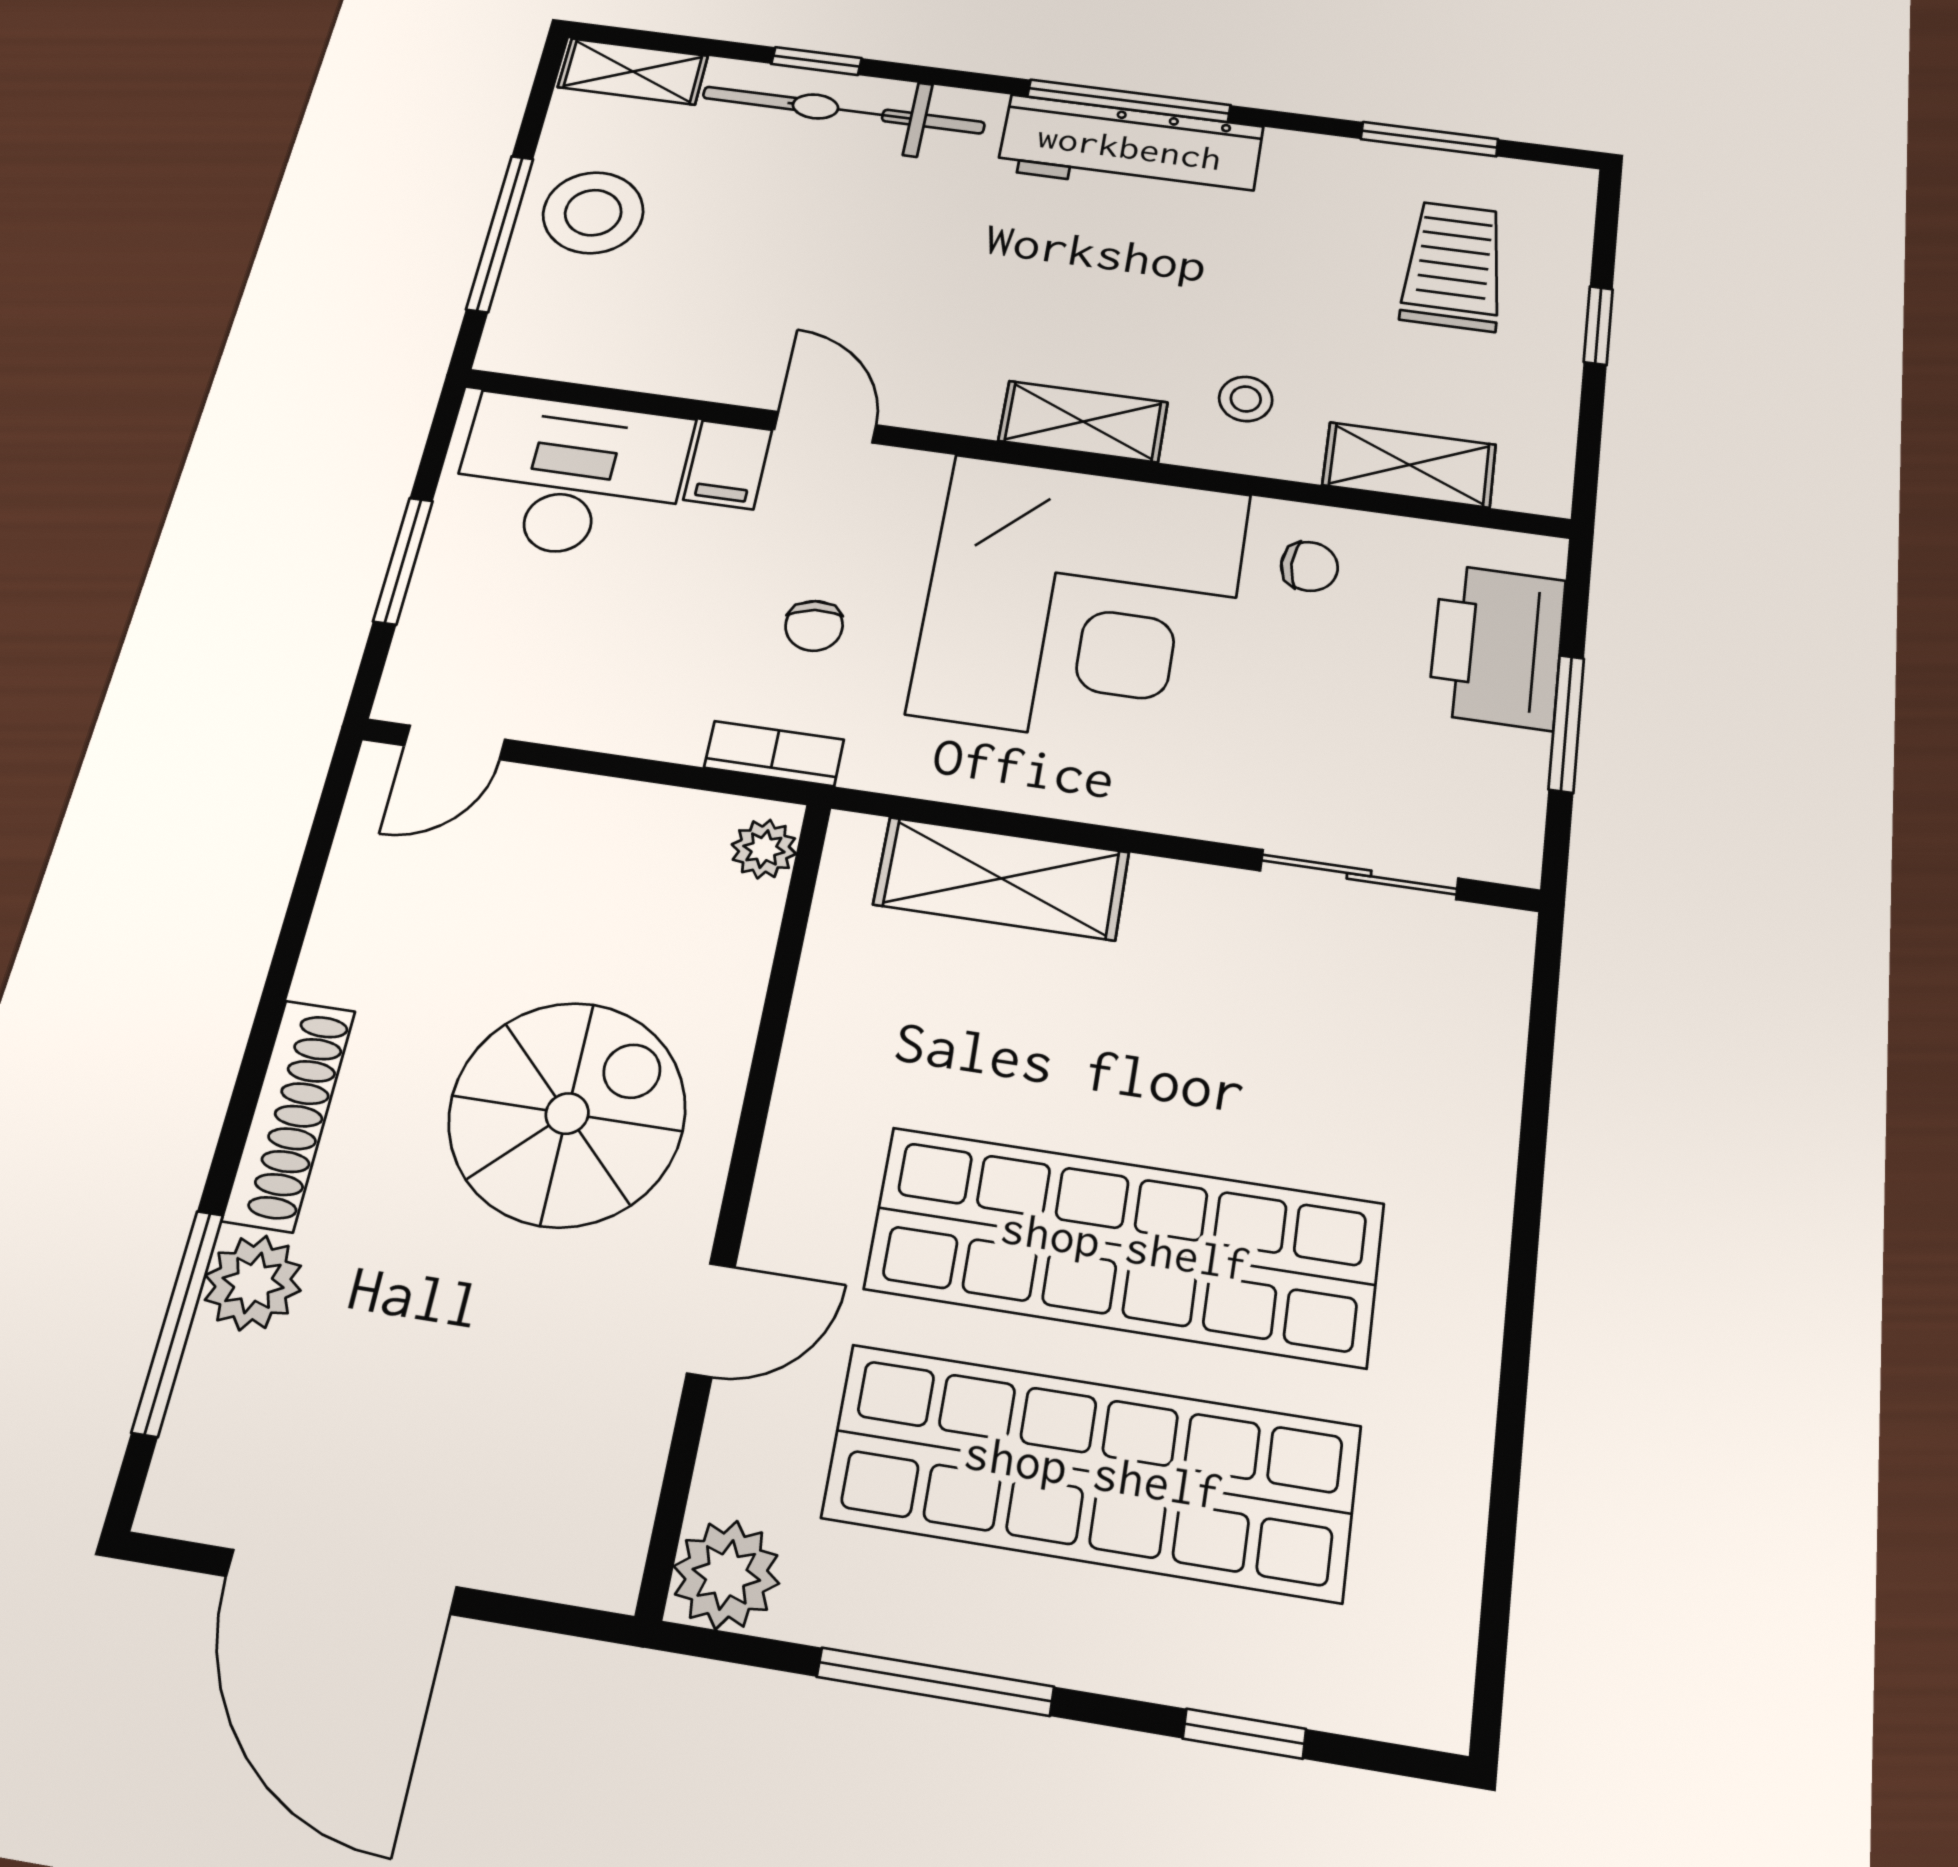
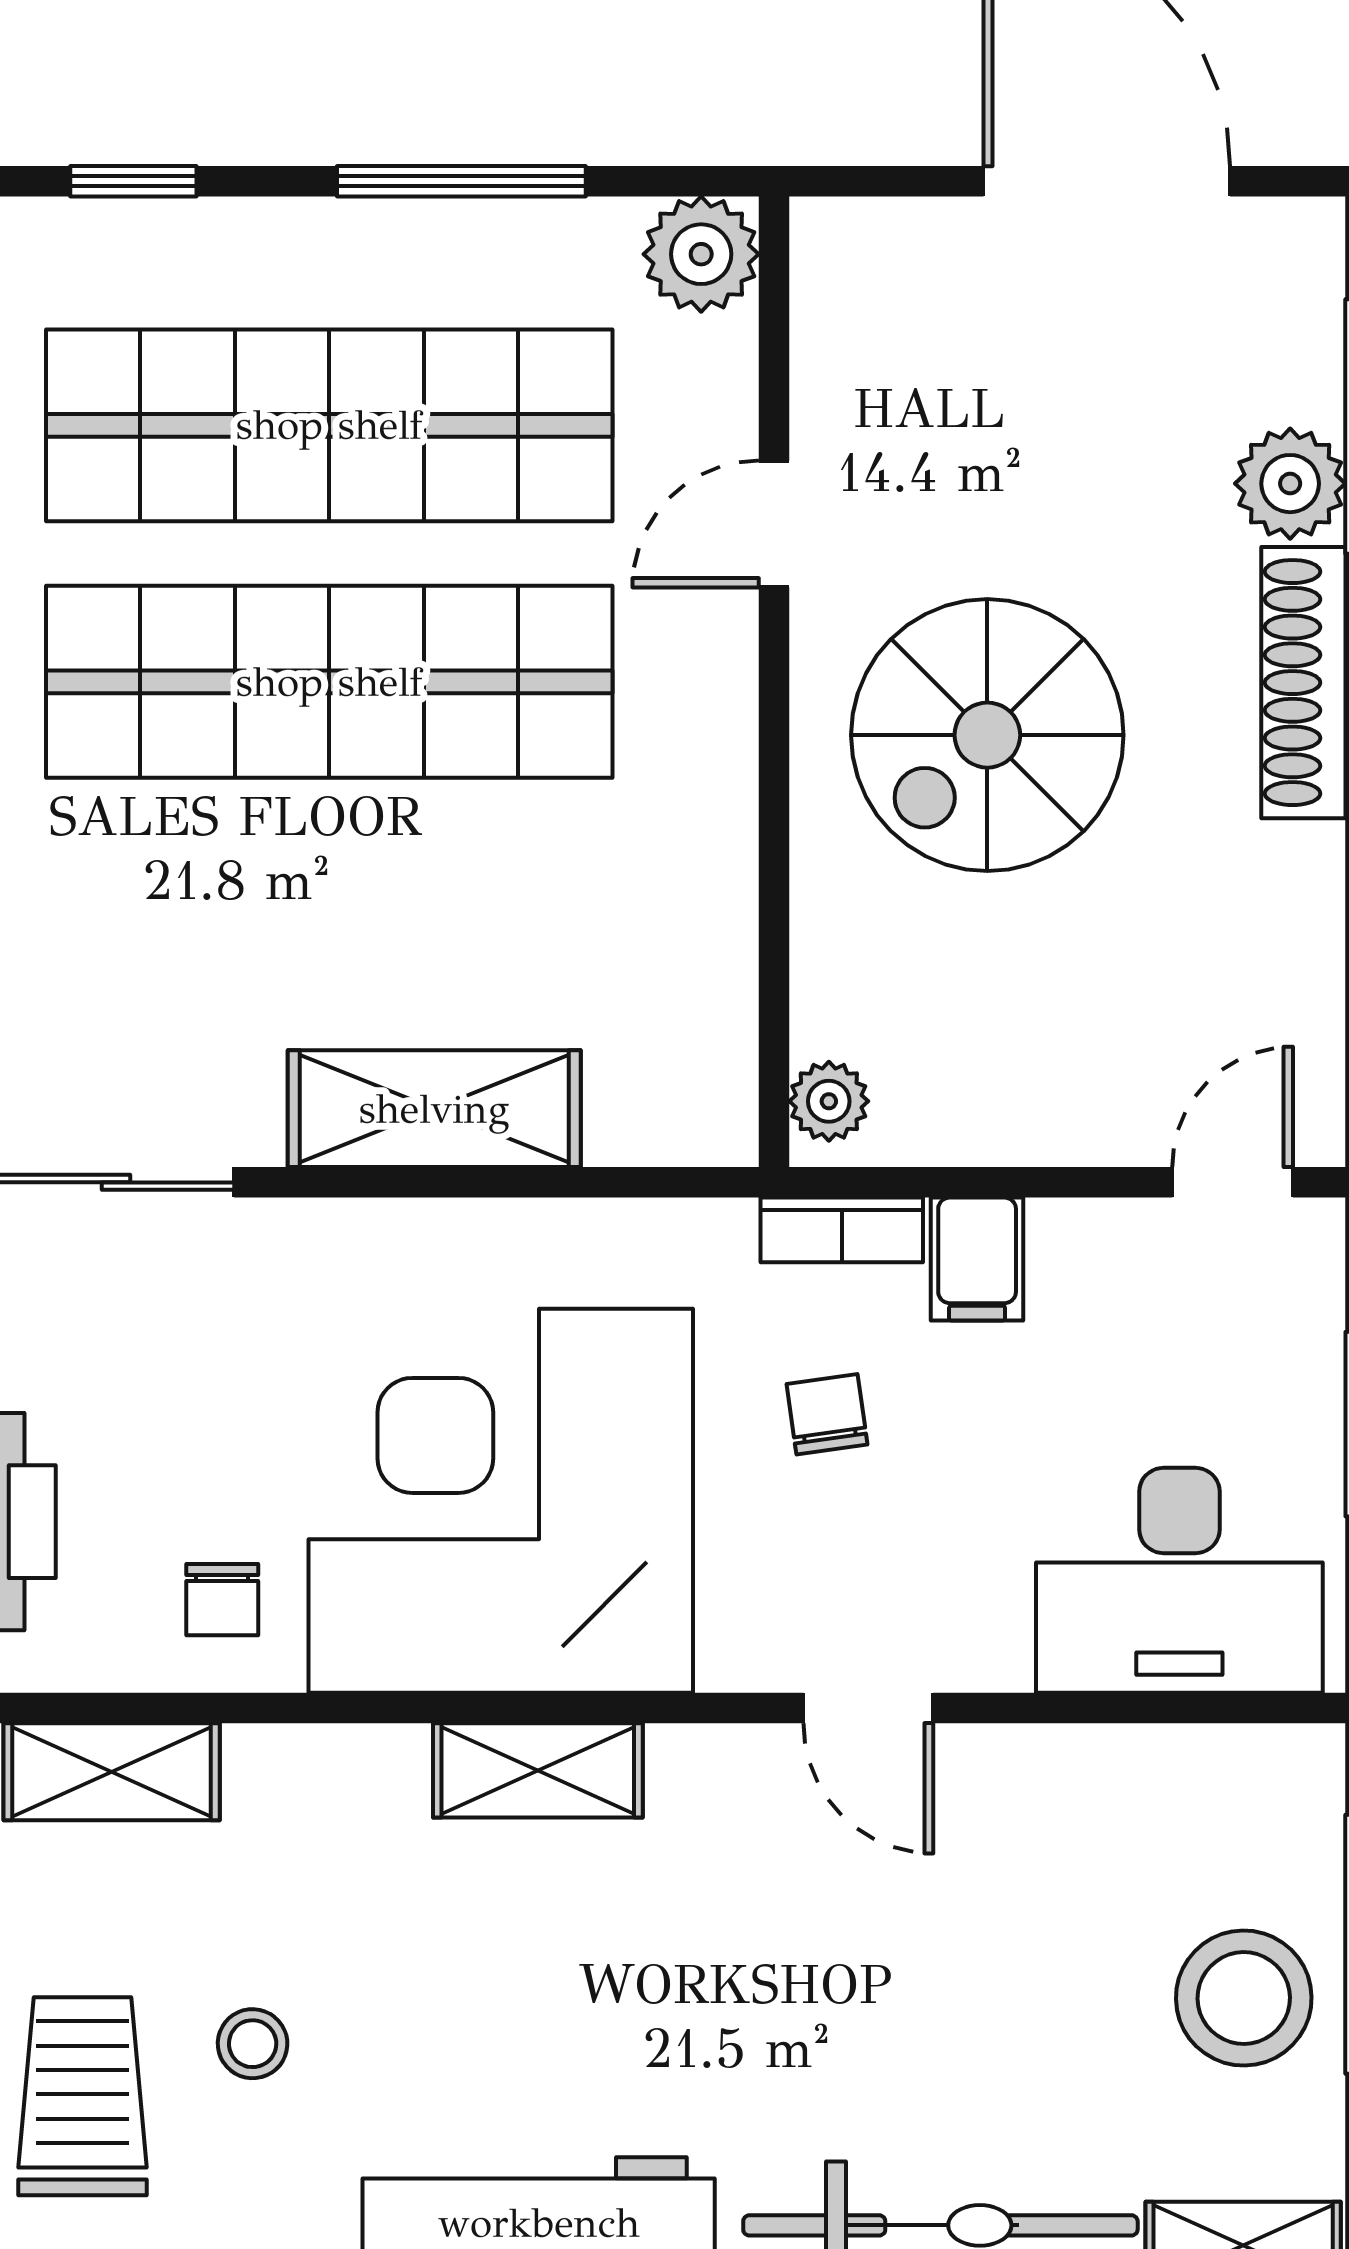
trolley: (1454, 266) -> (82, 2096), turned 180
stool: (1246, 399) -> (253, 2044), moved
filing cabinet: (728, 465) -> (977, 1259), moved, turned 180
chair: (1309, 566) -> (222, 1600), turned -90
shelving: (1001, 878) -> (434, 1109), moved

